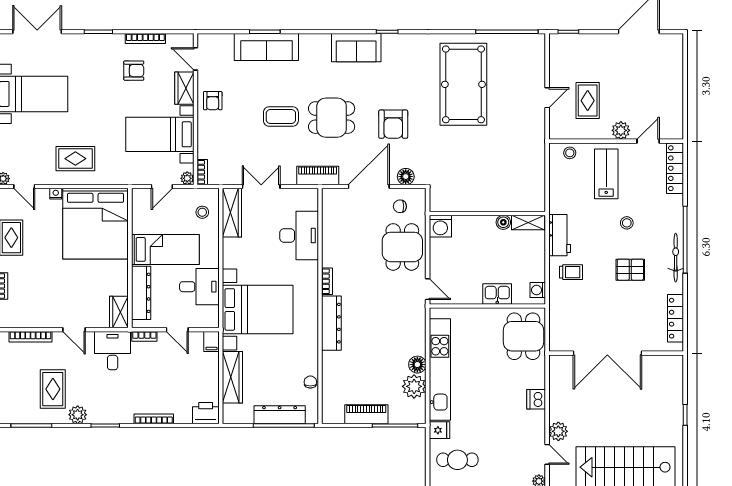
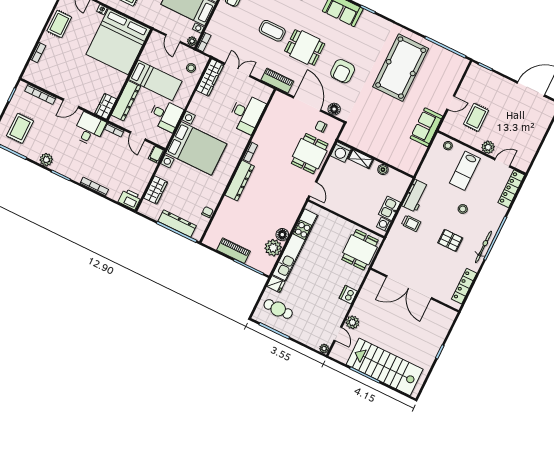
sofa: (532, 143) -> (426, 127), added
lab bench: (606, 174) -> (465, 171), turned 180
door: (162, 187) -> (173, 39), hinge flipped
door: (369, 187) -> (307, 104), hinge flipped
shelving: (528, 223) -> (361, 159), moved
kitchen sink: (497, 294) -> (389, 208), moved, turned -90
door: (74, 330) -> (71, 103), hinge flipped
wardrobe: (232, 377) -> (156, 190), width x0.67
rug: (53, 389) -> (20, 128), moved

